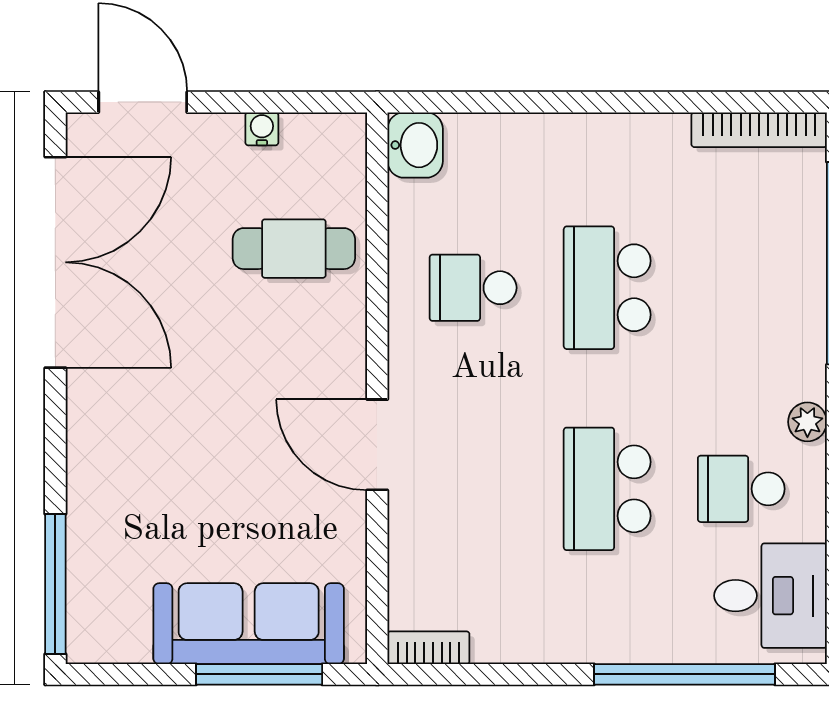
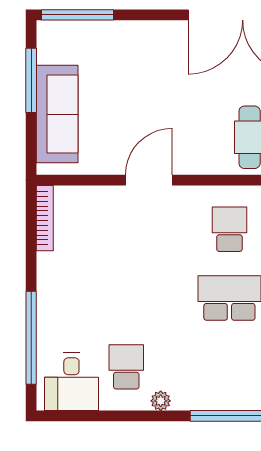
school desk: (607, 489) -> (126, 298), removed
bookcase: (428, 648) -> (45, 218), width x1.56
window: (259, 674) -> (31, 80), moved

